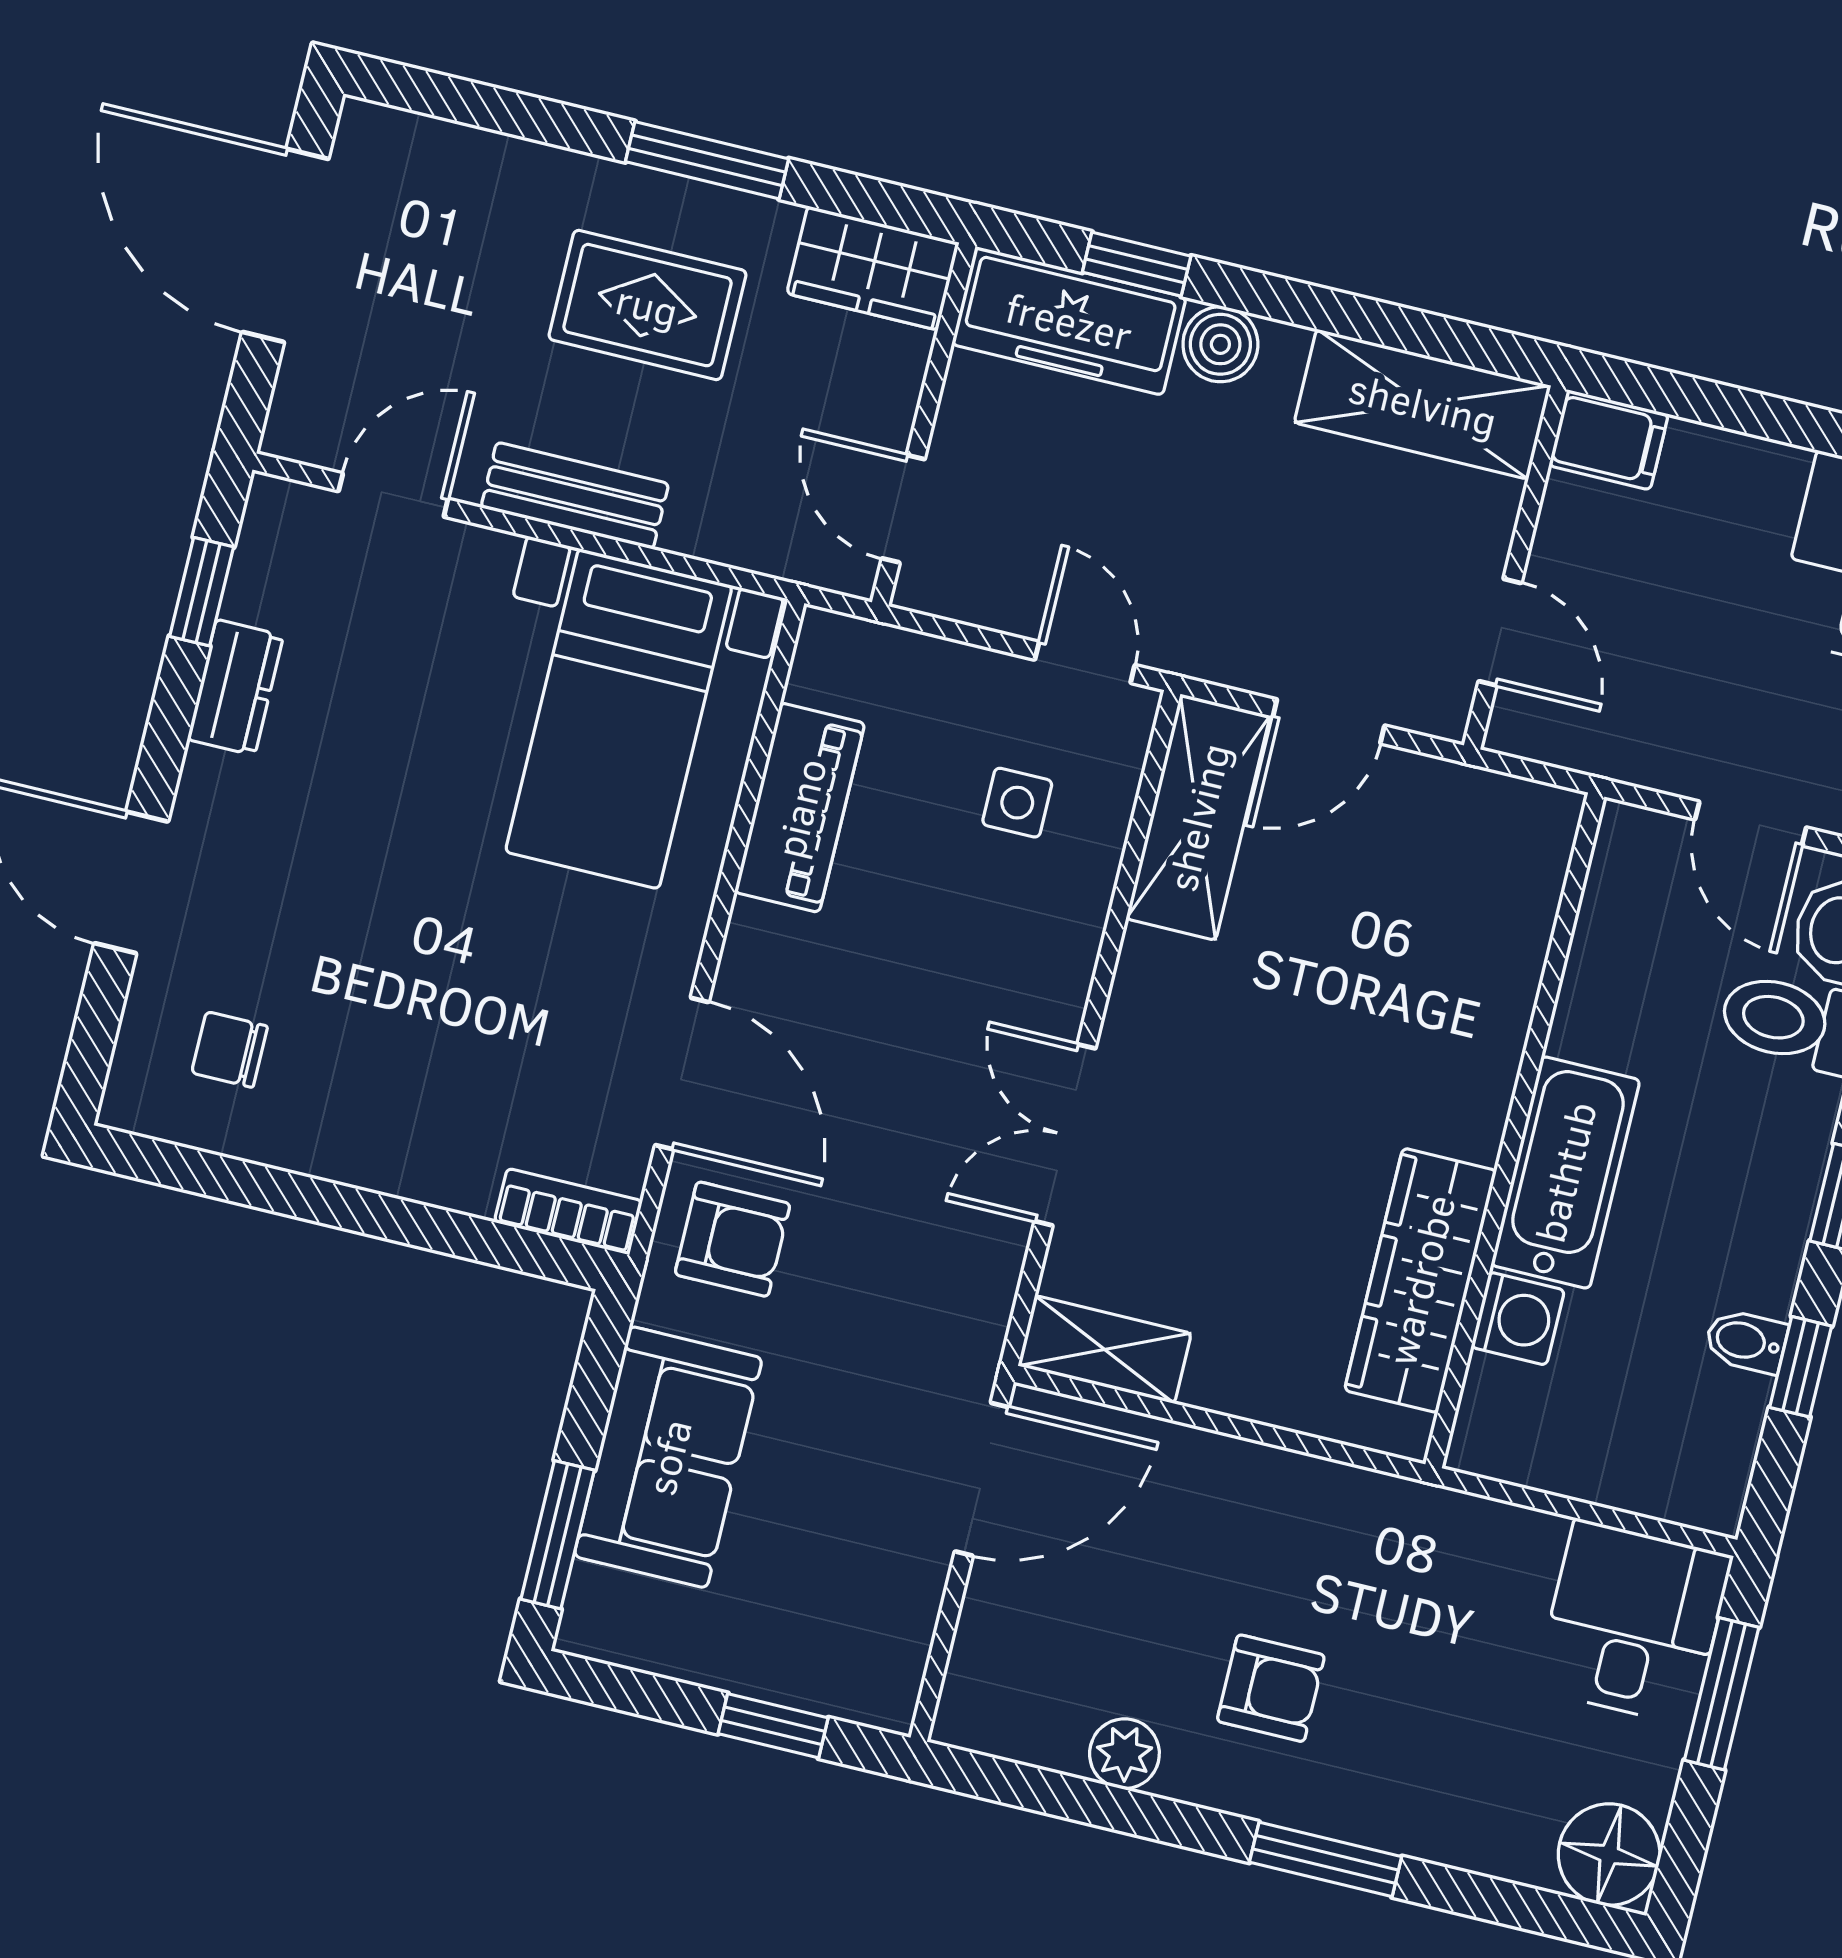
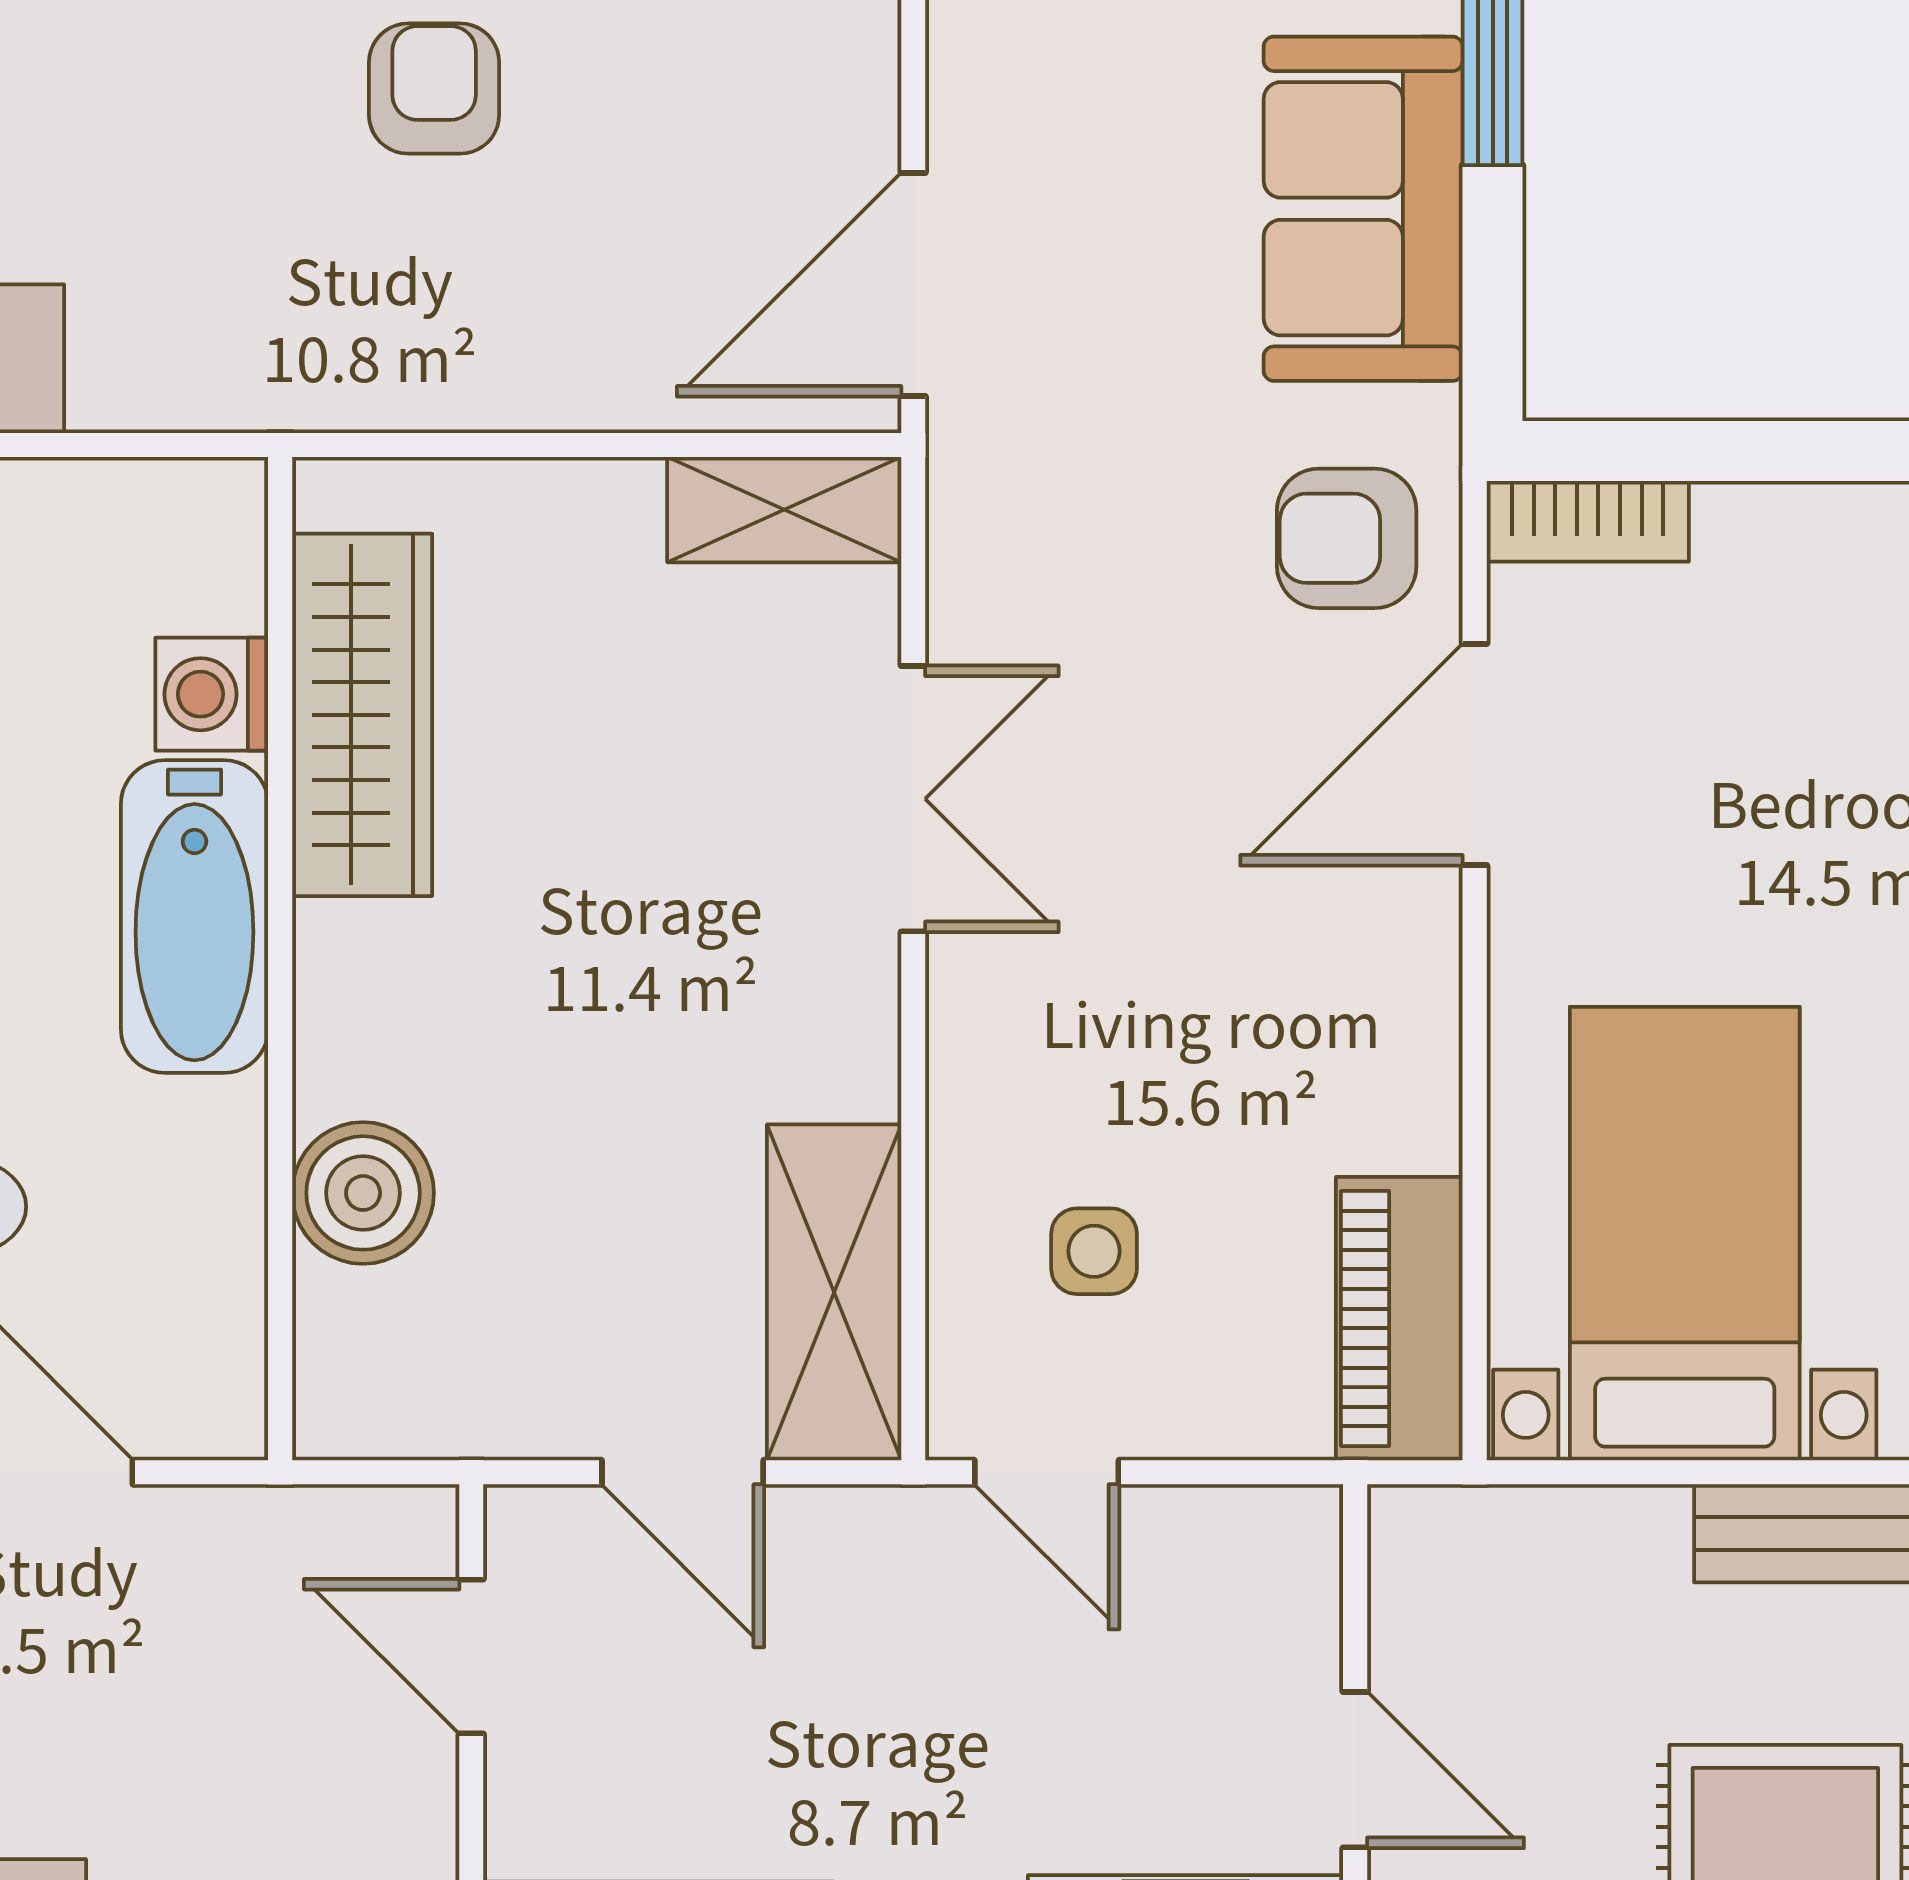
door: (903, 509) -> (1355, 1770), moved
door: (1329, 721) -> (683, 1472), swing flipped
piano: (800, 808) -> (1399, 1319), moved
boiler: (1497, 960) -> (363, 1193), added
door: (682, 1074) -> (1475, 755), hinge flipped
armchair: (1271, 1688) -> (434, 89), turned 90

